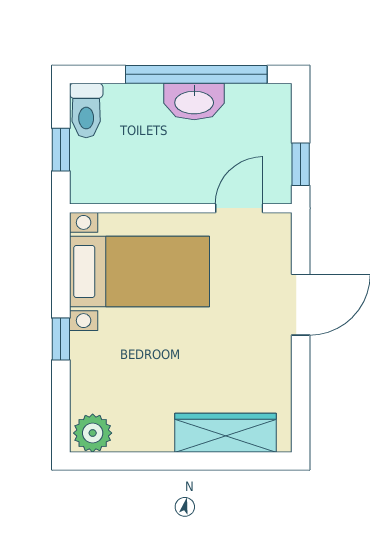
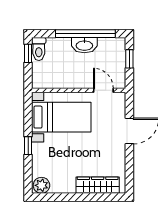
window: (61, 150) -> (28, 53), moved
window: (301, 164) -> (129, 59), moved
door: (239, 208) -> (103, 90), hinge flipped

